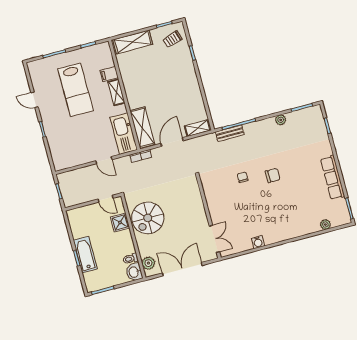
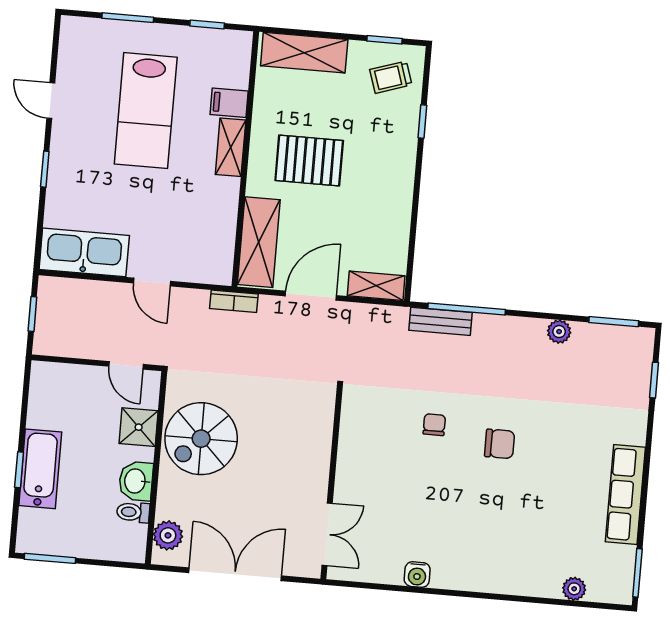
pallet: (151, 86) -> (309, 161), added
kitchen sink: (124, 134) -> (84, 252), moved, turned 90
washbasin: (134, 272) -> (136, 481), moved

